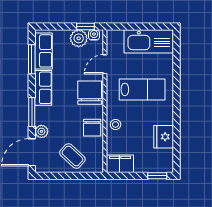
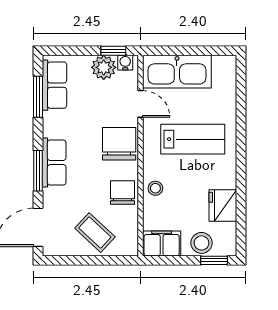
kitchen sink: (149, 41) -> (177, 72), moved
door: (105, 64) -> (141, 104), swing flipped
row of seats: (43, 88) -> (54, 163), moved
chair: (92, 128) -> (123, 193), turned 180
plant: (41, 131) -> (51, 198), removed
stool: (148, 163) -> (201, 243), added

